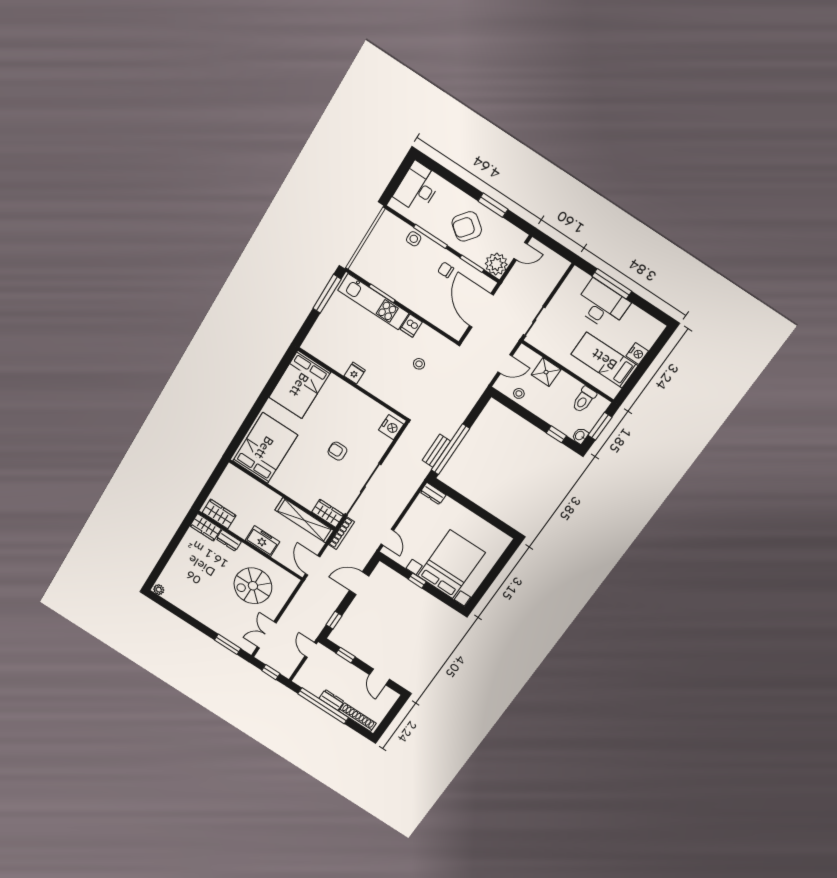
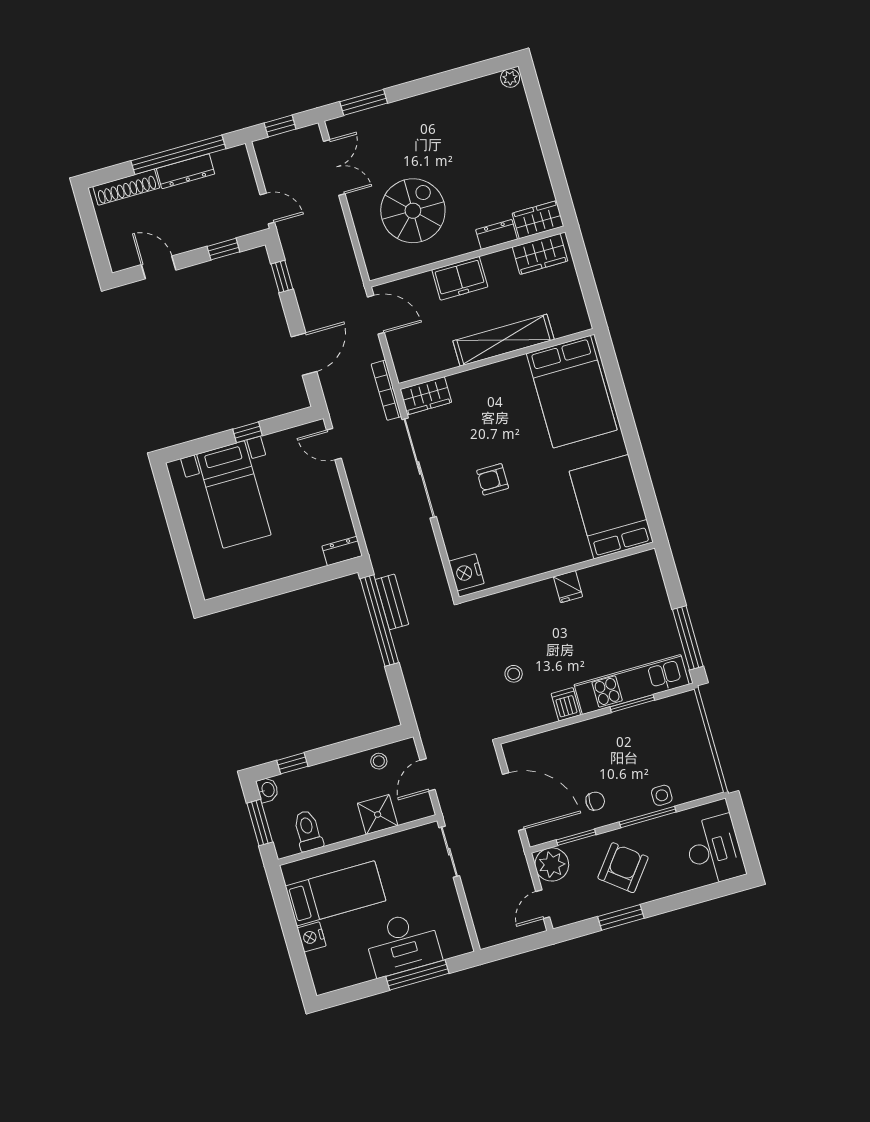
armchair: (337, 451) -> (493, 479), turned 180
shelving: (304, 520) -> (504, 340), moved
bed with nightstands: (451, 564) -> (234, 495), width x0.73
dresser: (331, 700) -> (186, 171), width x1.44

